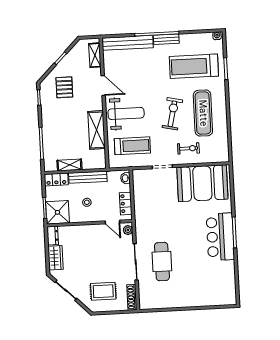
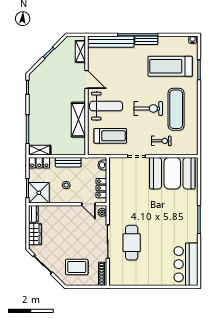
pallet: (64, 87) -> (51, 79), removed
exercise bike: (172, 114) -> (148, 108), turned 77
shelving: (69, 165) -> (40, 150), moved
bench: (88, 177) -> (68, 162), width x0.73
bar counter: (220, 237) -> (186, 264), moved

